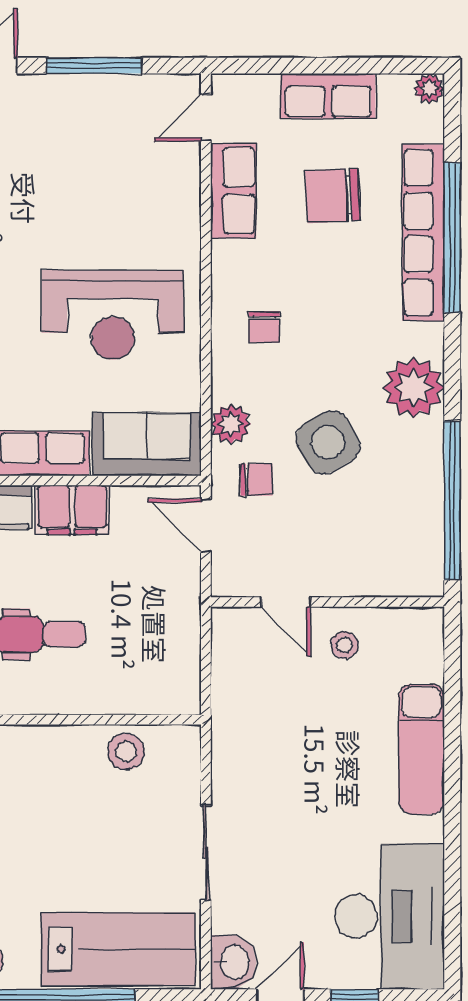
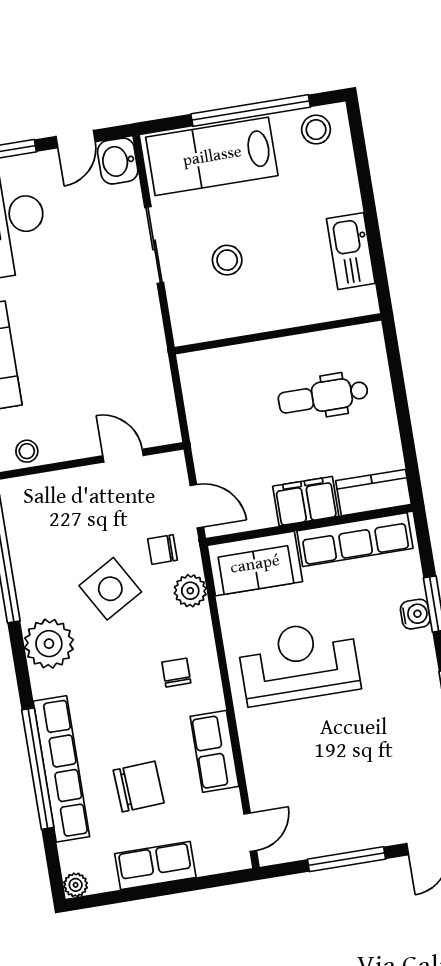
row of seats: (233, 191) -> (214, 751), moved
stool: (345, 645) -> (27, 451), moved
stool: (126, 752) -> (227, 260), moved

